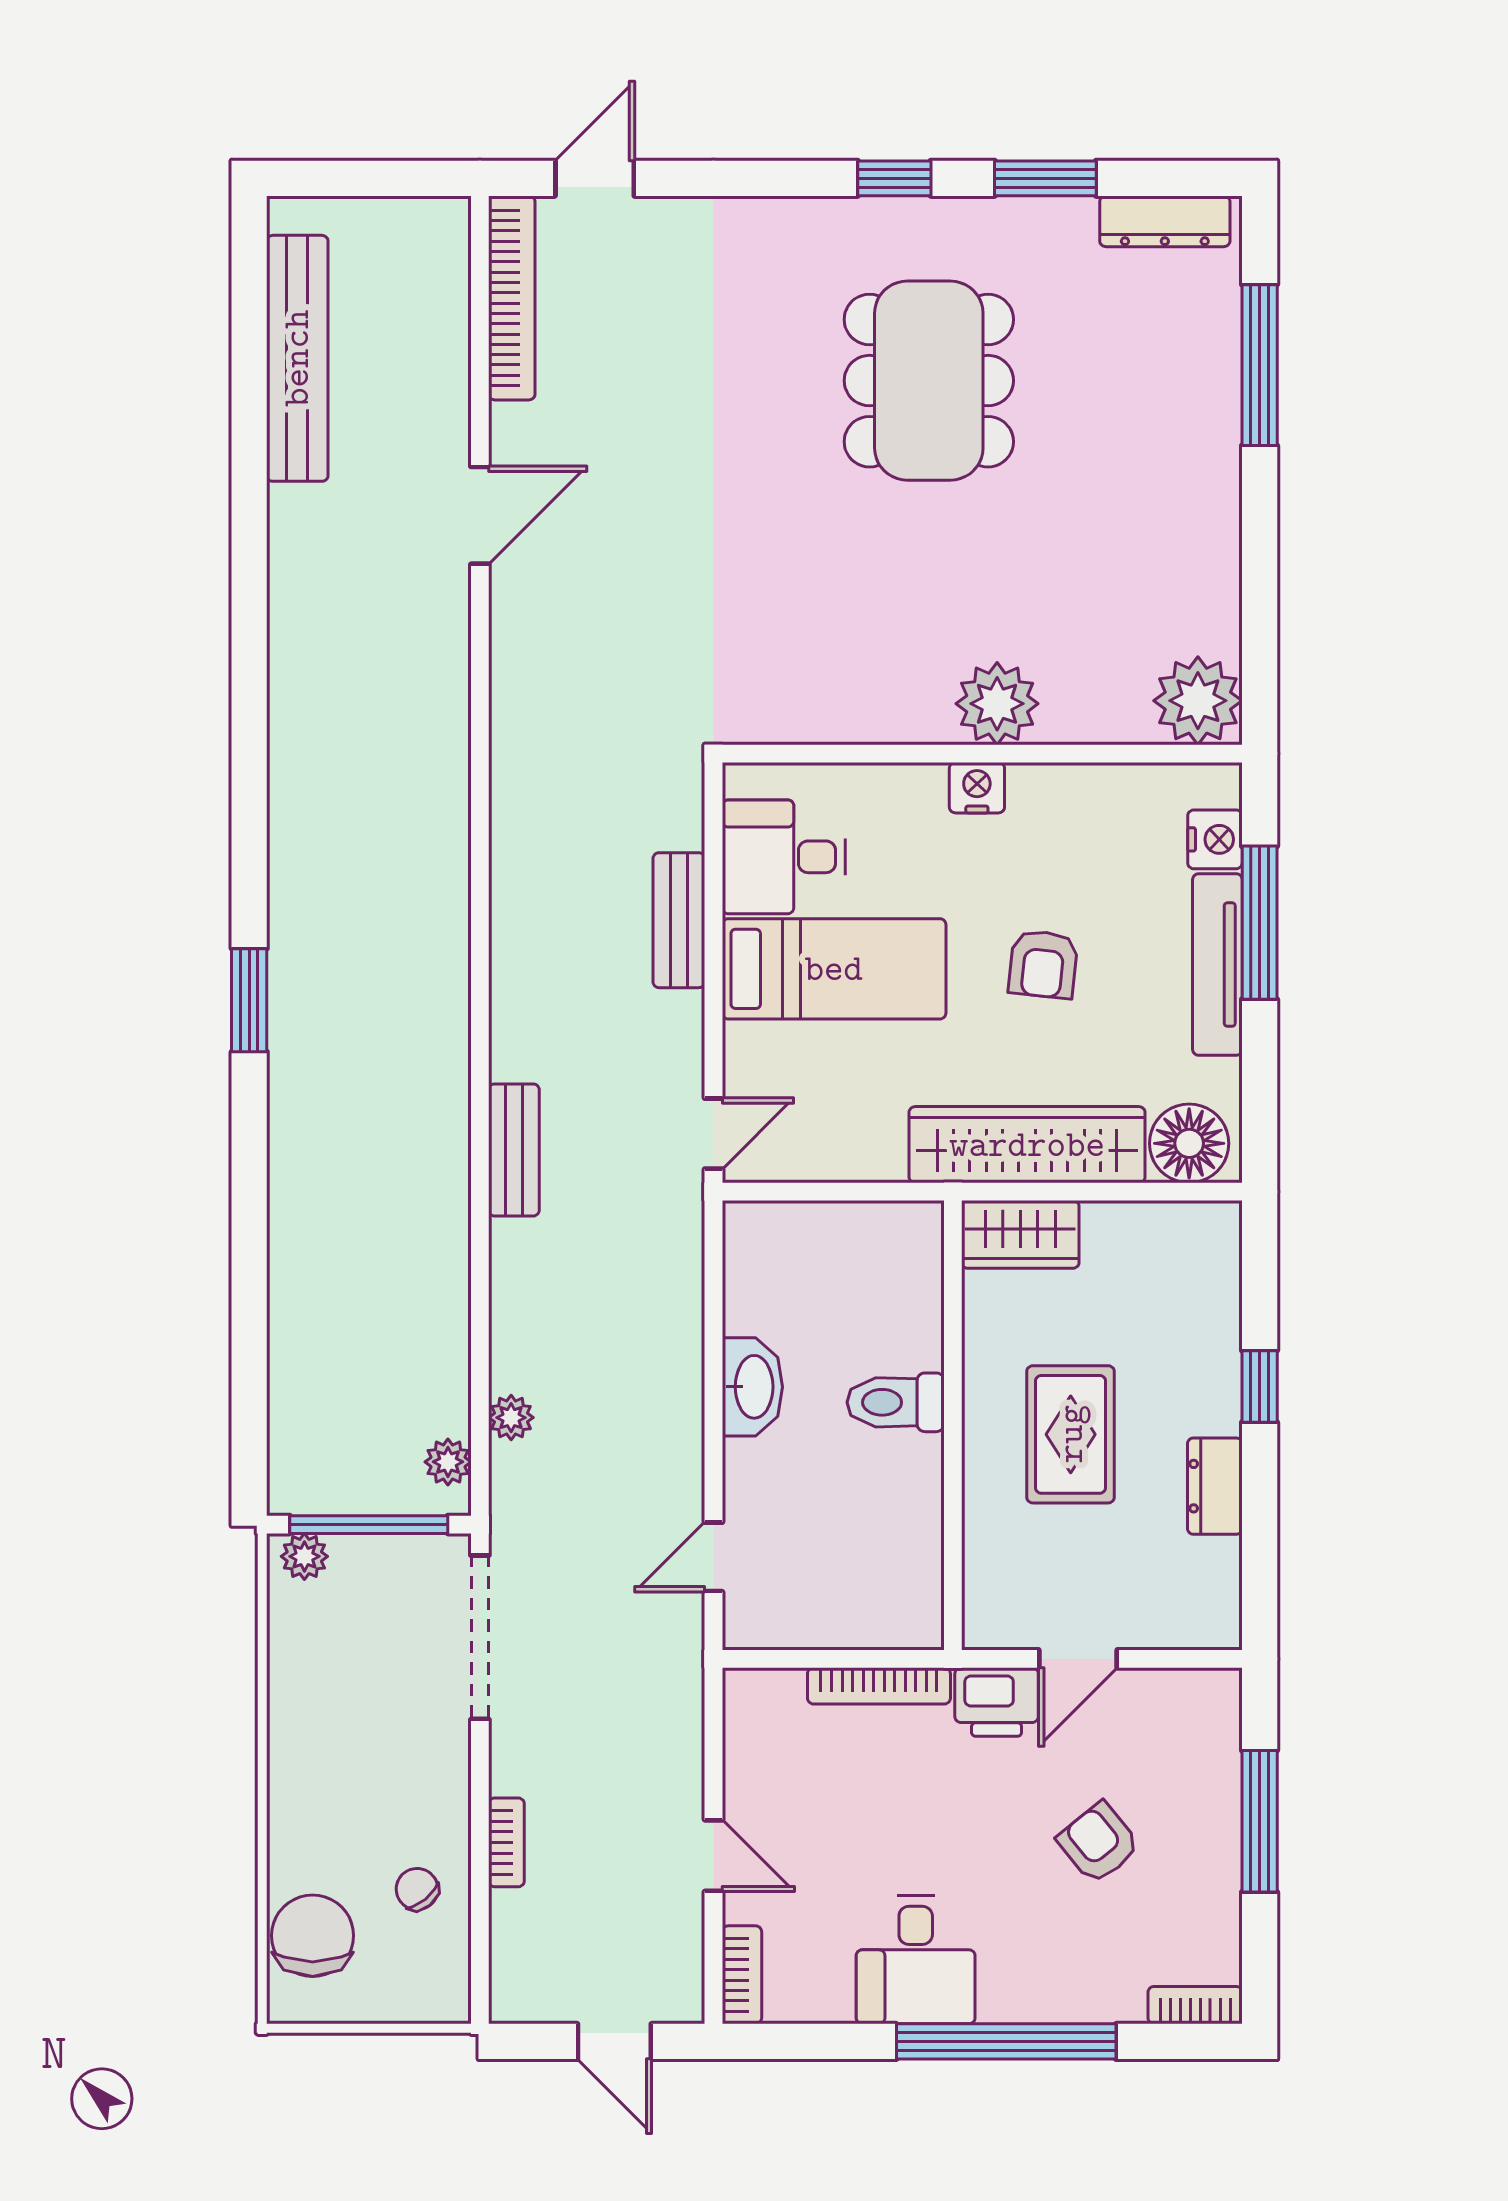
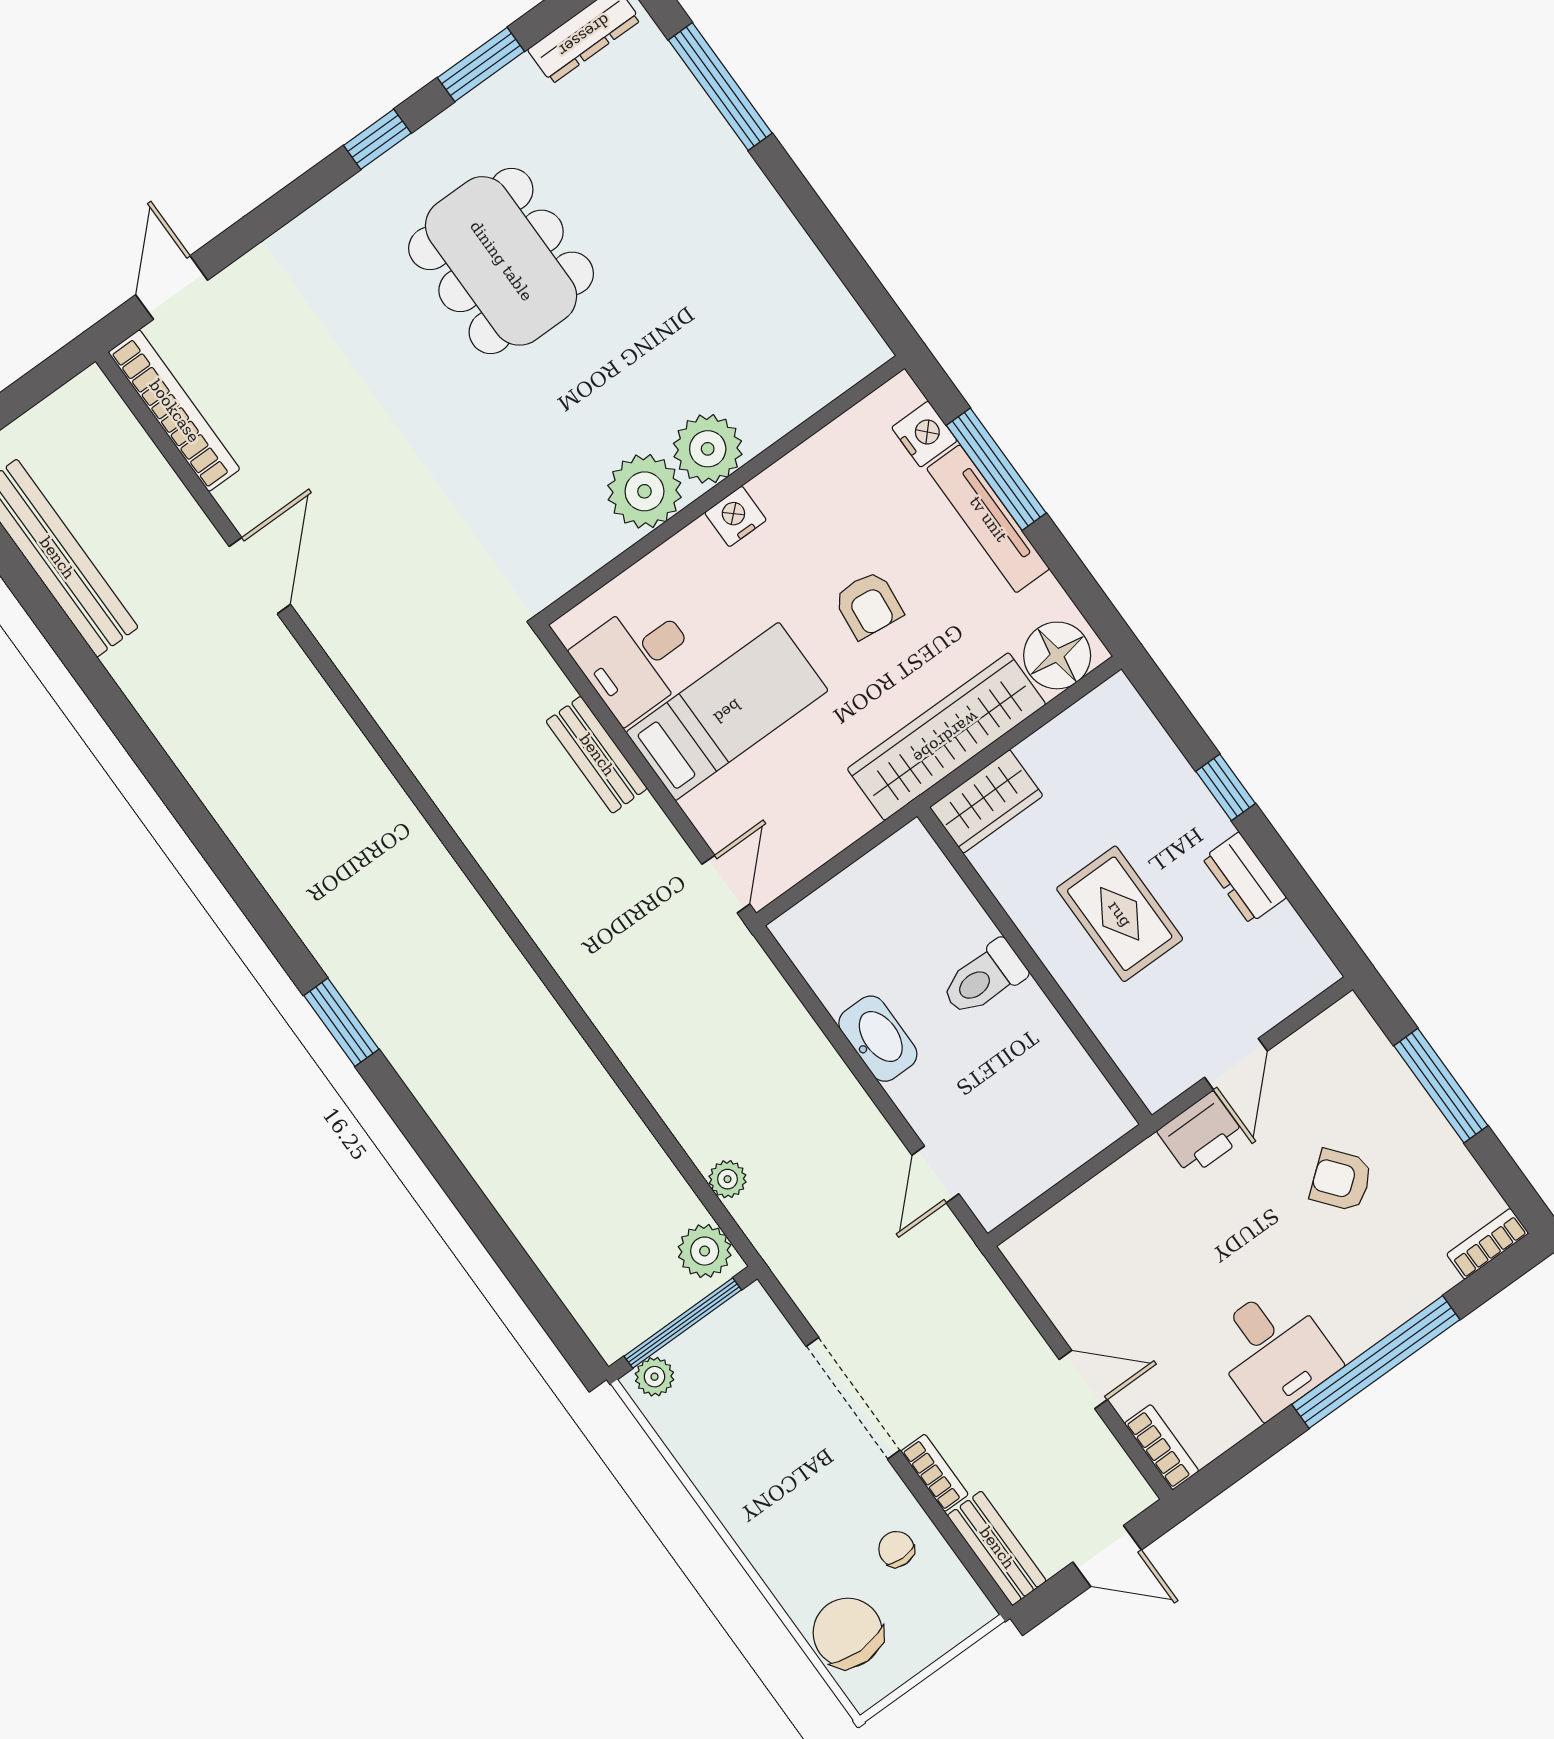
plant: (1198, 701) -> (644, 491), moved
bench: (514, 1150) -> (997, 1548), moved
plant: (448, 1462) -> (705, 1251), width x1.38, depth x1.38
doorway: (480, 1637) -> (853, 1398), moved
bookcase: (879, 1686) -> (1113, 1181), removed
chair: (417, 1889) -> (896, 1549), turned 39

